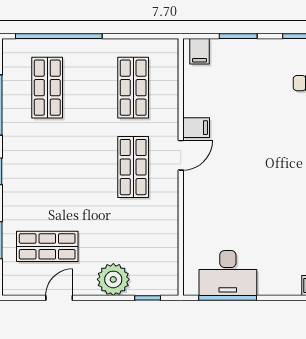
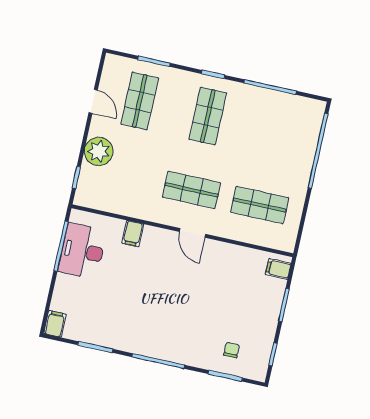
shop shelf: (47, 88) -> (208, 116), moved, turned 90
filing cabinet: (196, 128) -> (133, 234), moved

